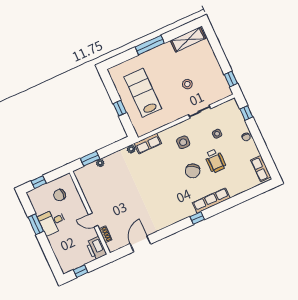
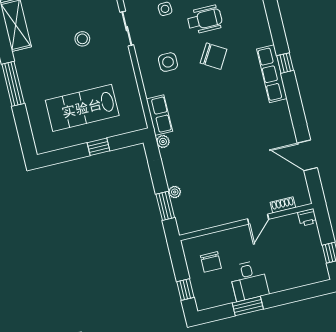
row of seats: (211, 200) -> (272, 74), moved
printer: (96, 248) -> (307, 217), width x0.53, depth x0.68

